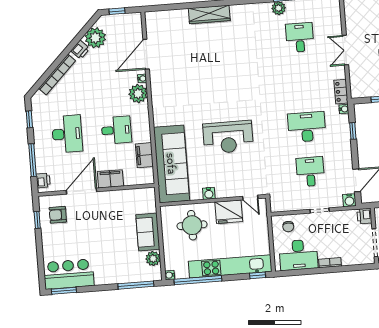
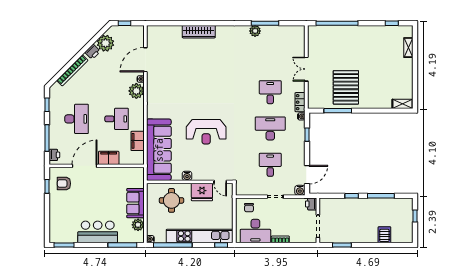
desk: (300, 37) -> (270, 92), moved
bar counter: (69, 274) -> (98, 232), moved

